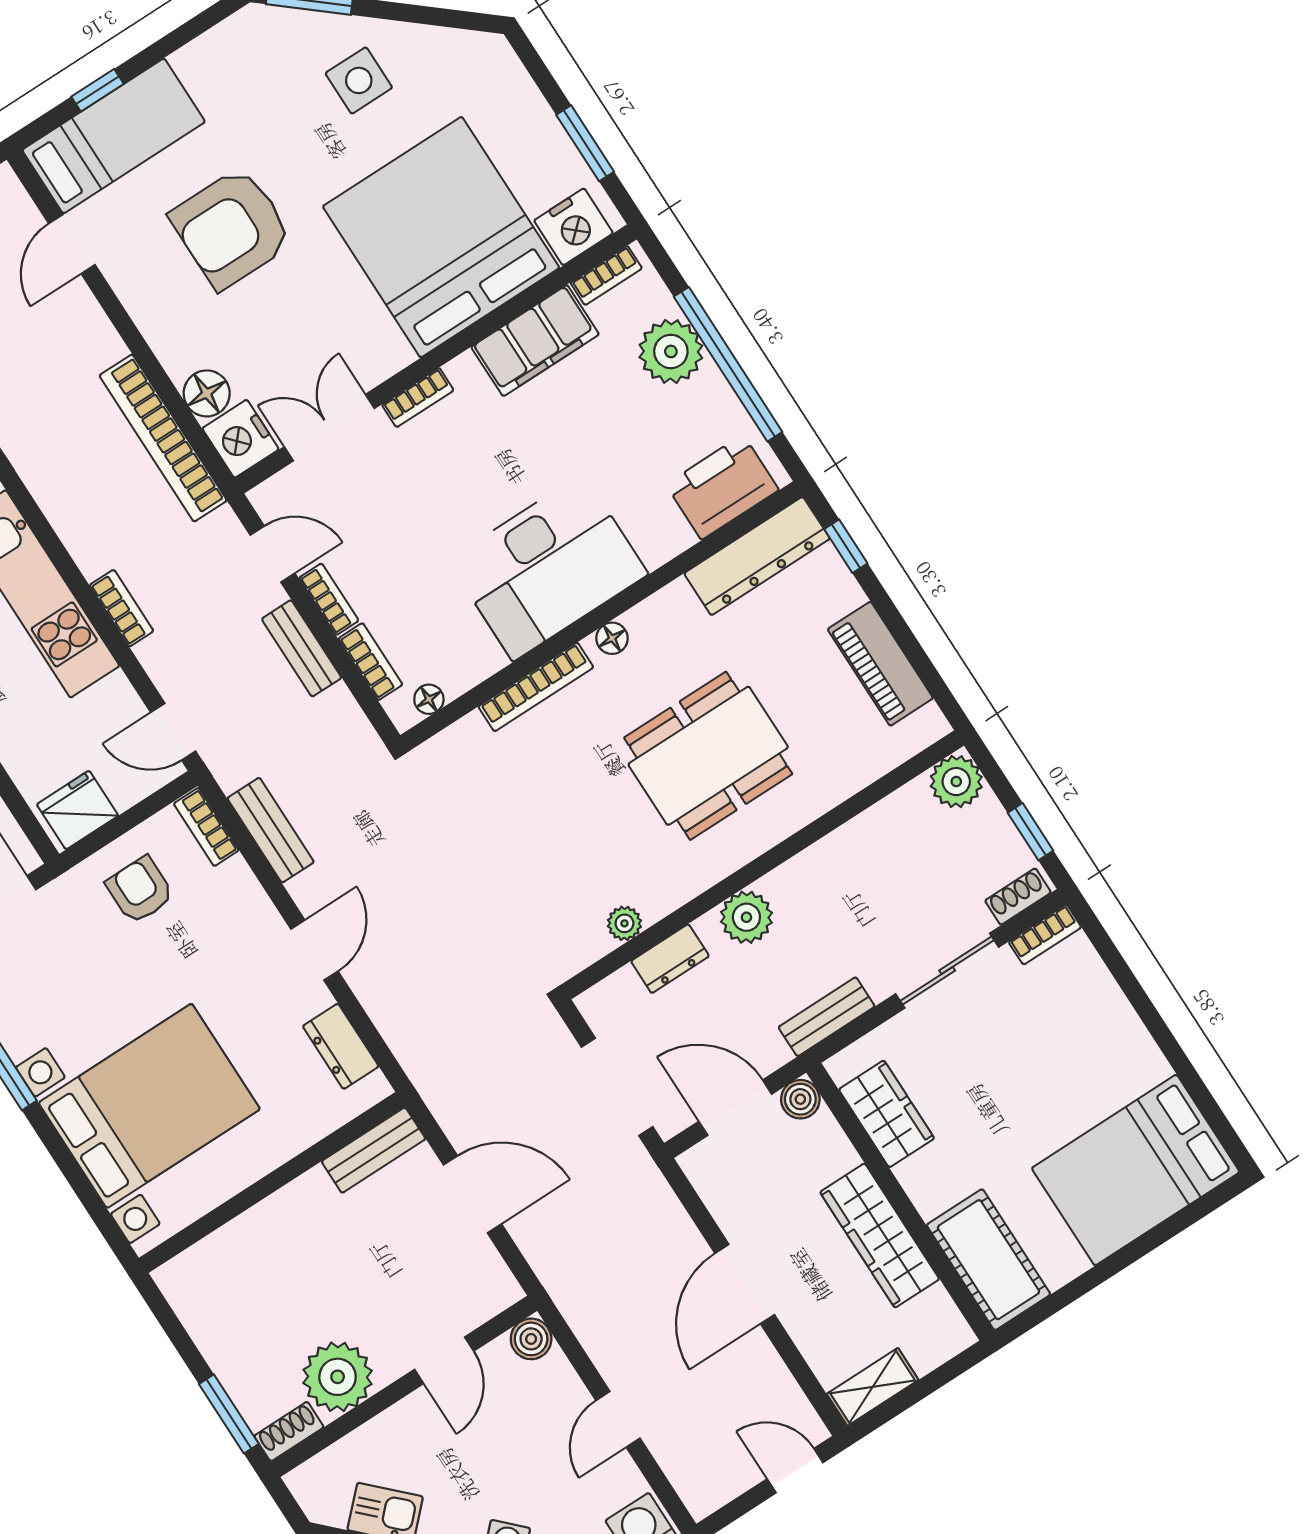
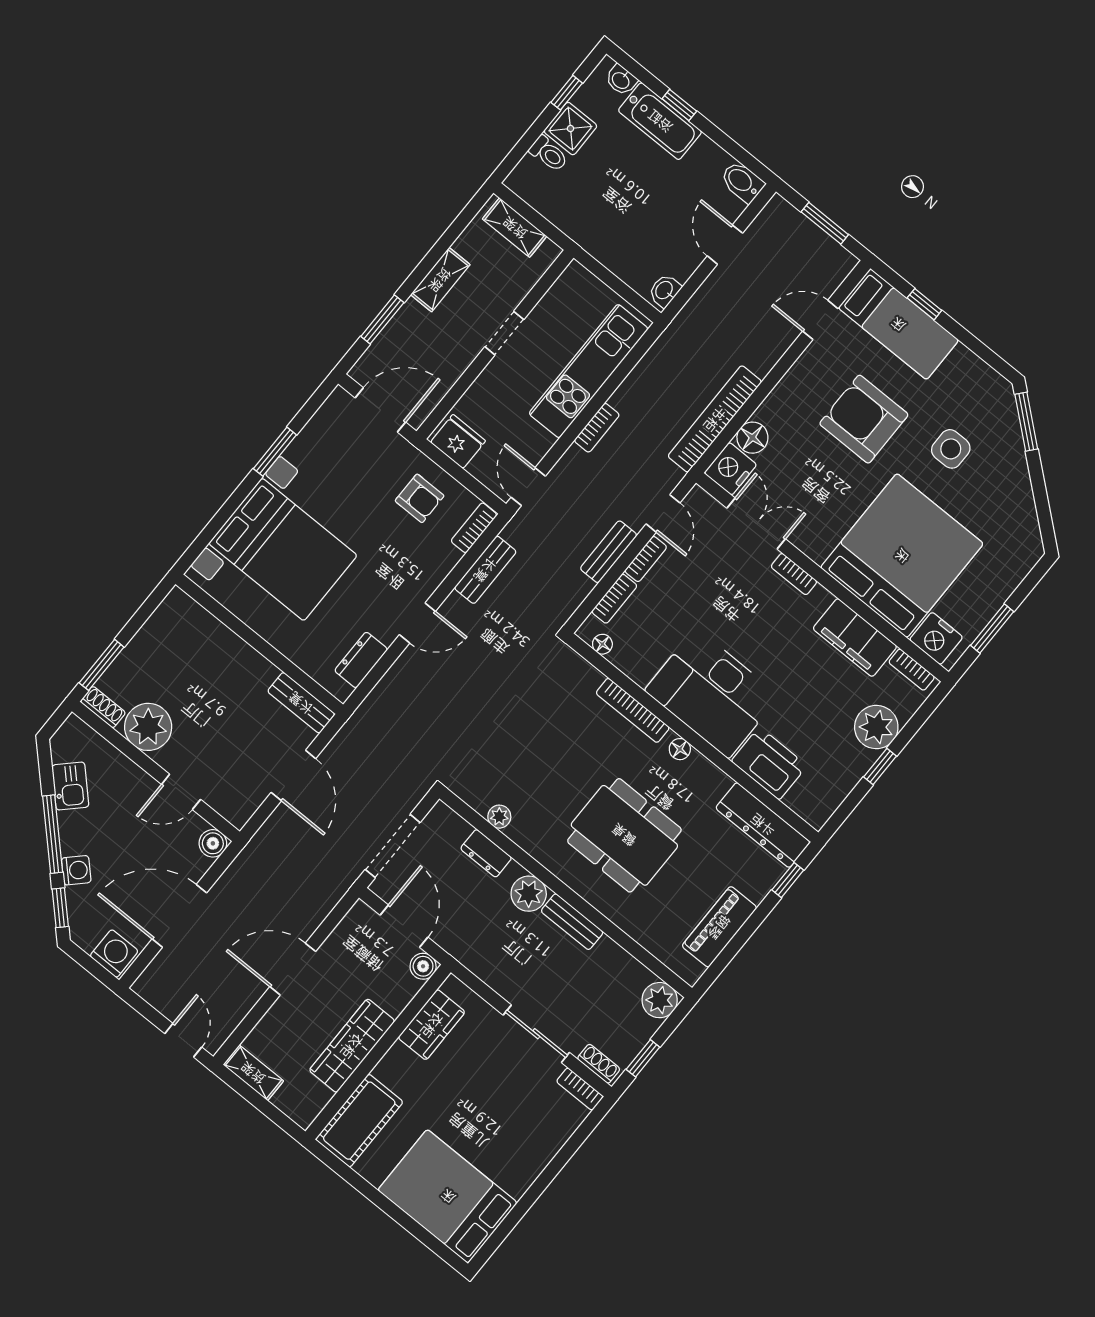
side table: (359, 80) -> (951, 449), moved
window: (728, 364) -> (880, 766), width x0.32
printer: (722, 487) -> (769, 763), moved
armchair: (140, 890) -> (420, 498), turned 90
bench: (827, 1017) -> (572, 922), moved
door: (618, 1419) -> (179, 916), width x1.88

